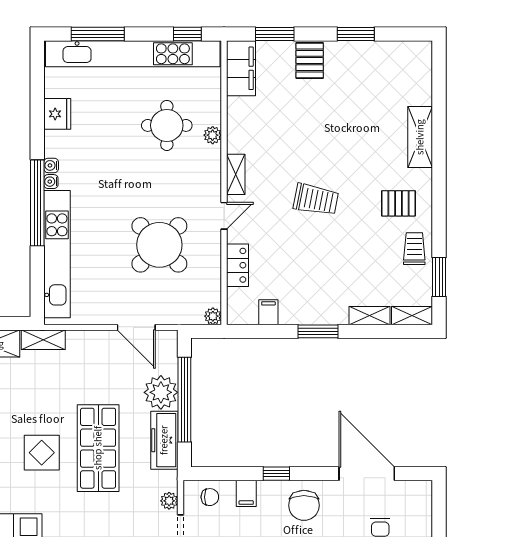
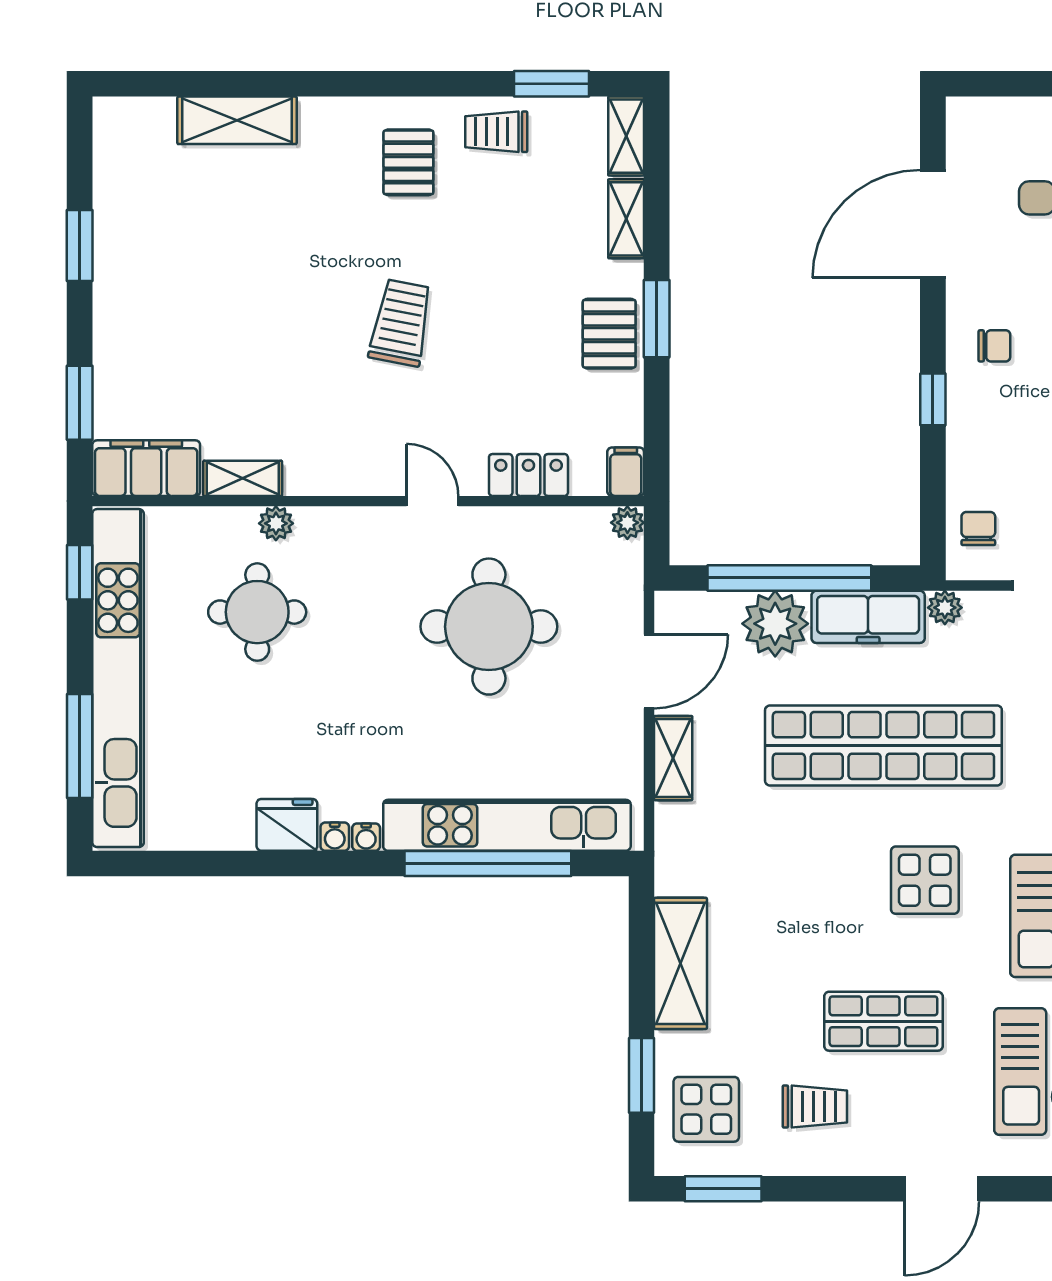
pallet: (310, 60) -> (609, 334), moved, turned 90
fridge: (57, 114) -> (287, 825), moved
shelving: (420, 137) -> (237, 120), moved
shelving: (236, 174) -> (243, 478), moved
window: (37, 203) -> (488, 863), moved
round table: (159, 245) -> (489, 627), turned 45
filing cabinet: (268, 312) -> (626, 472), moved, turned 90
shelving: (43, 340) -> (673, 758), moved
shop shelf: (98, 448) -> (883, 745), width x1.40
display table: (42, 453) -> (925, 880), moved
filing cabinet: (246, 493) -> (971, 458), removed
plant: (169, 501) -> (945, 608), moved
chair: (304, 505) -> (994, 346), width x0.54, depth x0.54

